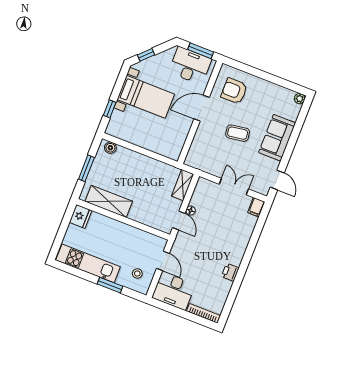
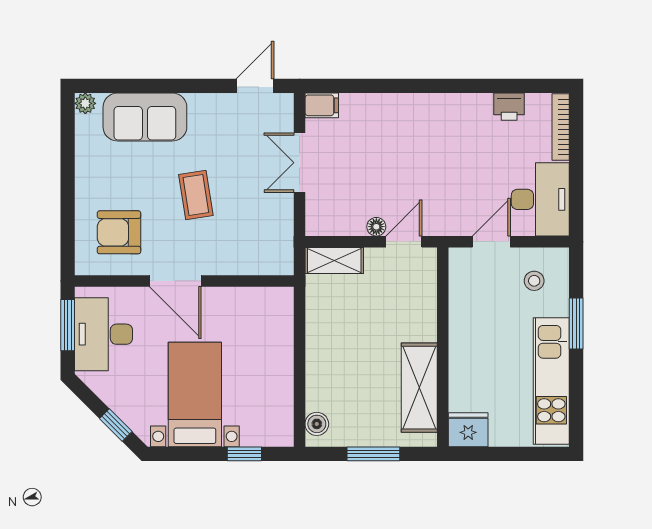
armchair: (234, 91) -> (119, 232), turned 90
sofa: (277, 138) -> (145, 117), moved
printer: (230, 272) -> (509, 107), moved

